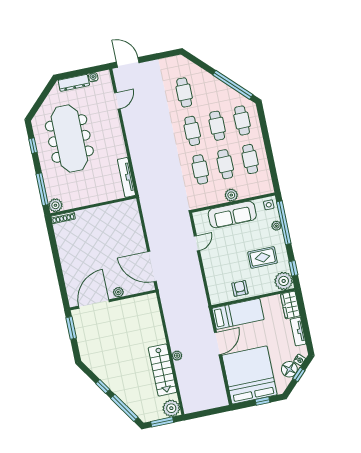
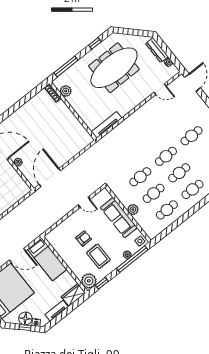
plant: (55, 205) -> (66, 91), moved
armchair: (240, 288) -> (84, 238), moved

